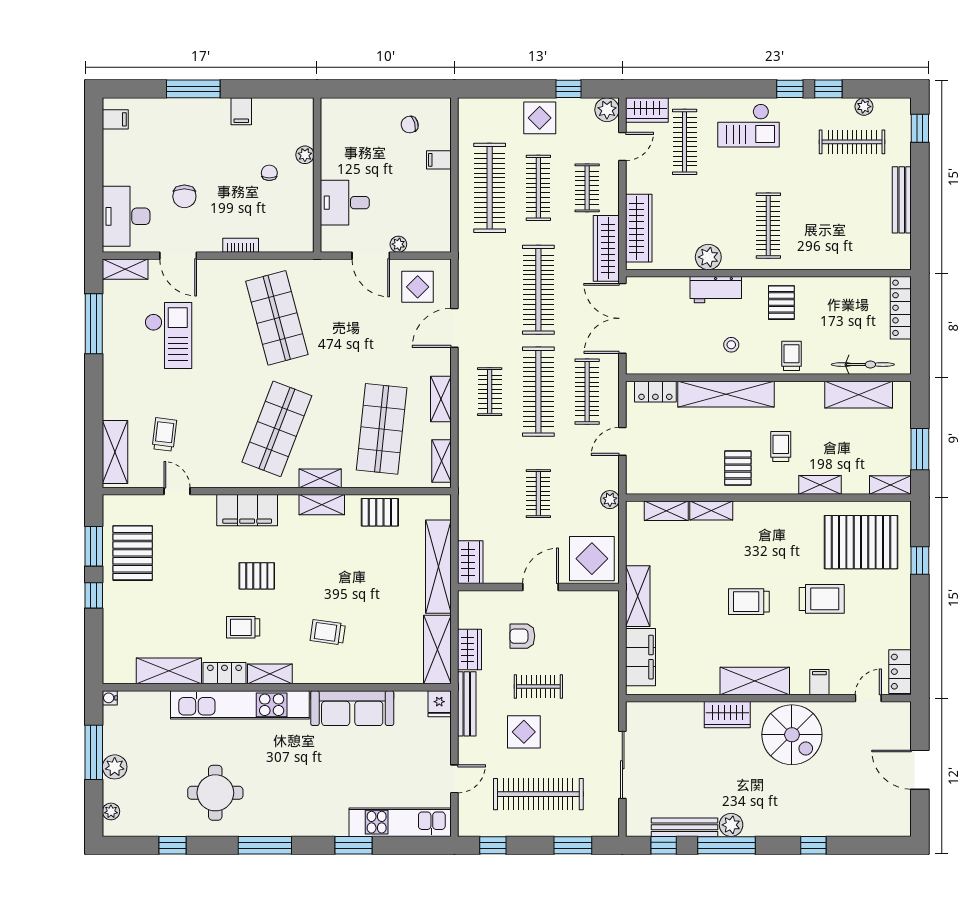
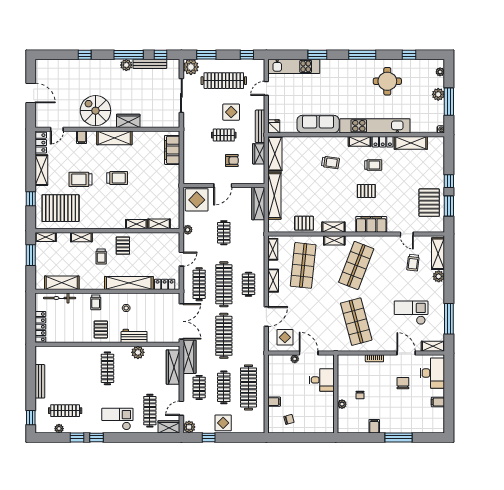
filing cabinet: (115, 119) -> (438, 402), moved
checkout: (168, 336) -> (411, 313), turned 90
plant: (114, 407) -> (439, 276), added
wardrobe: (470, 562) -> (258, 203), width x1.50
shelving: (638, 596) -> (41, 170), moved
plant: (603, 821) -> (191, 67), added

